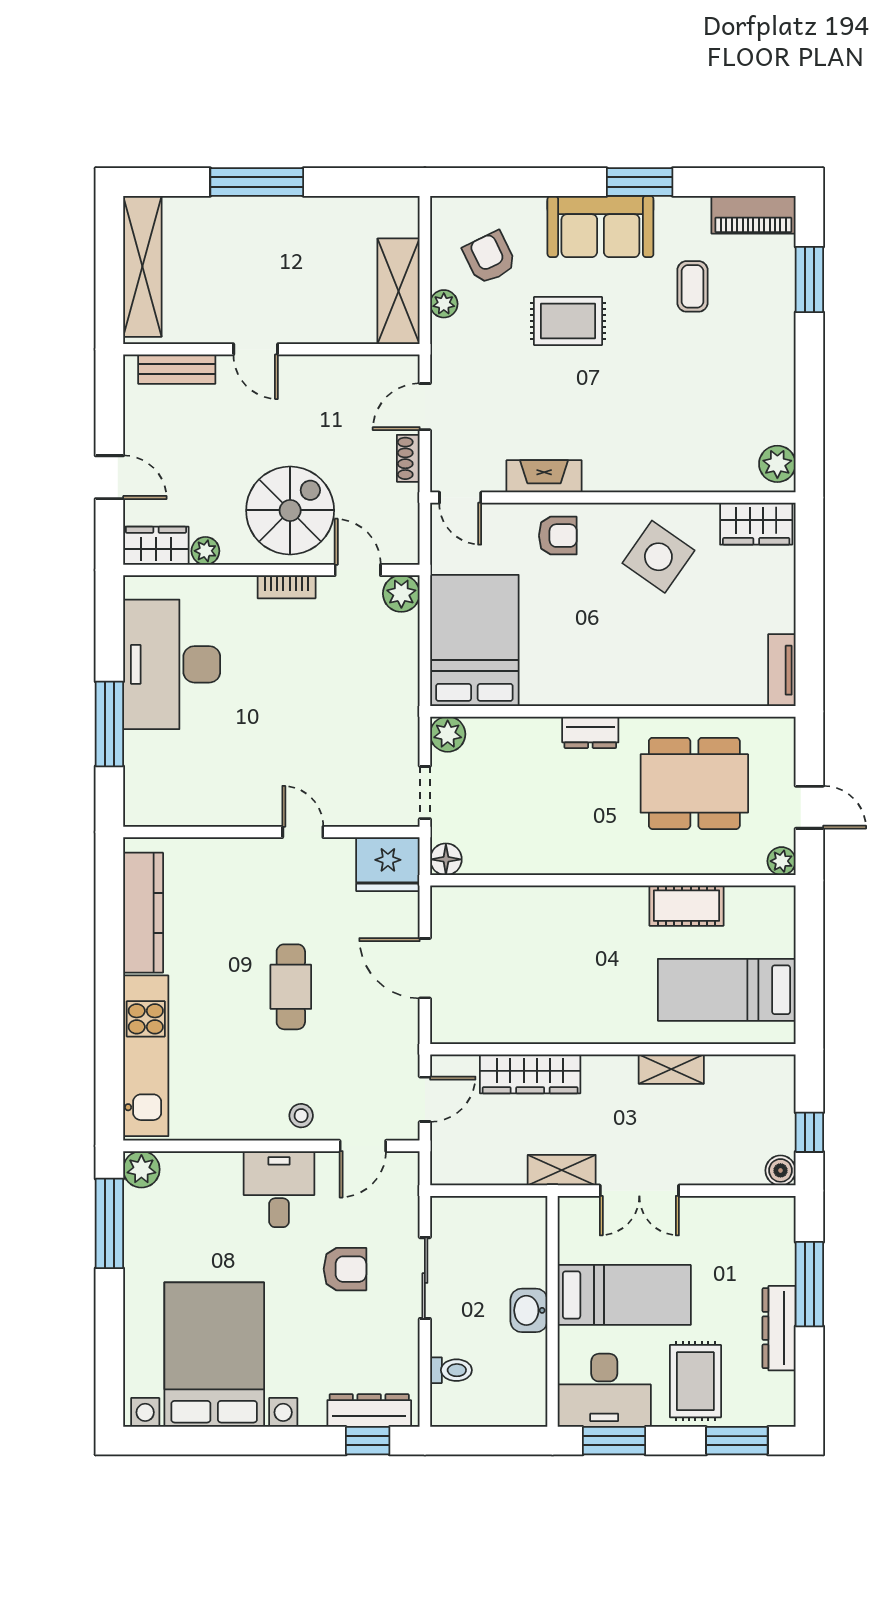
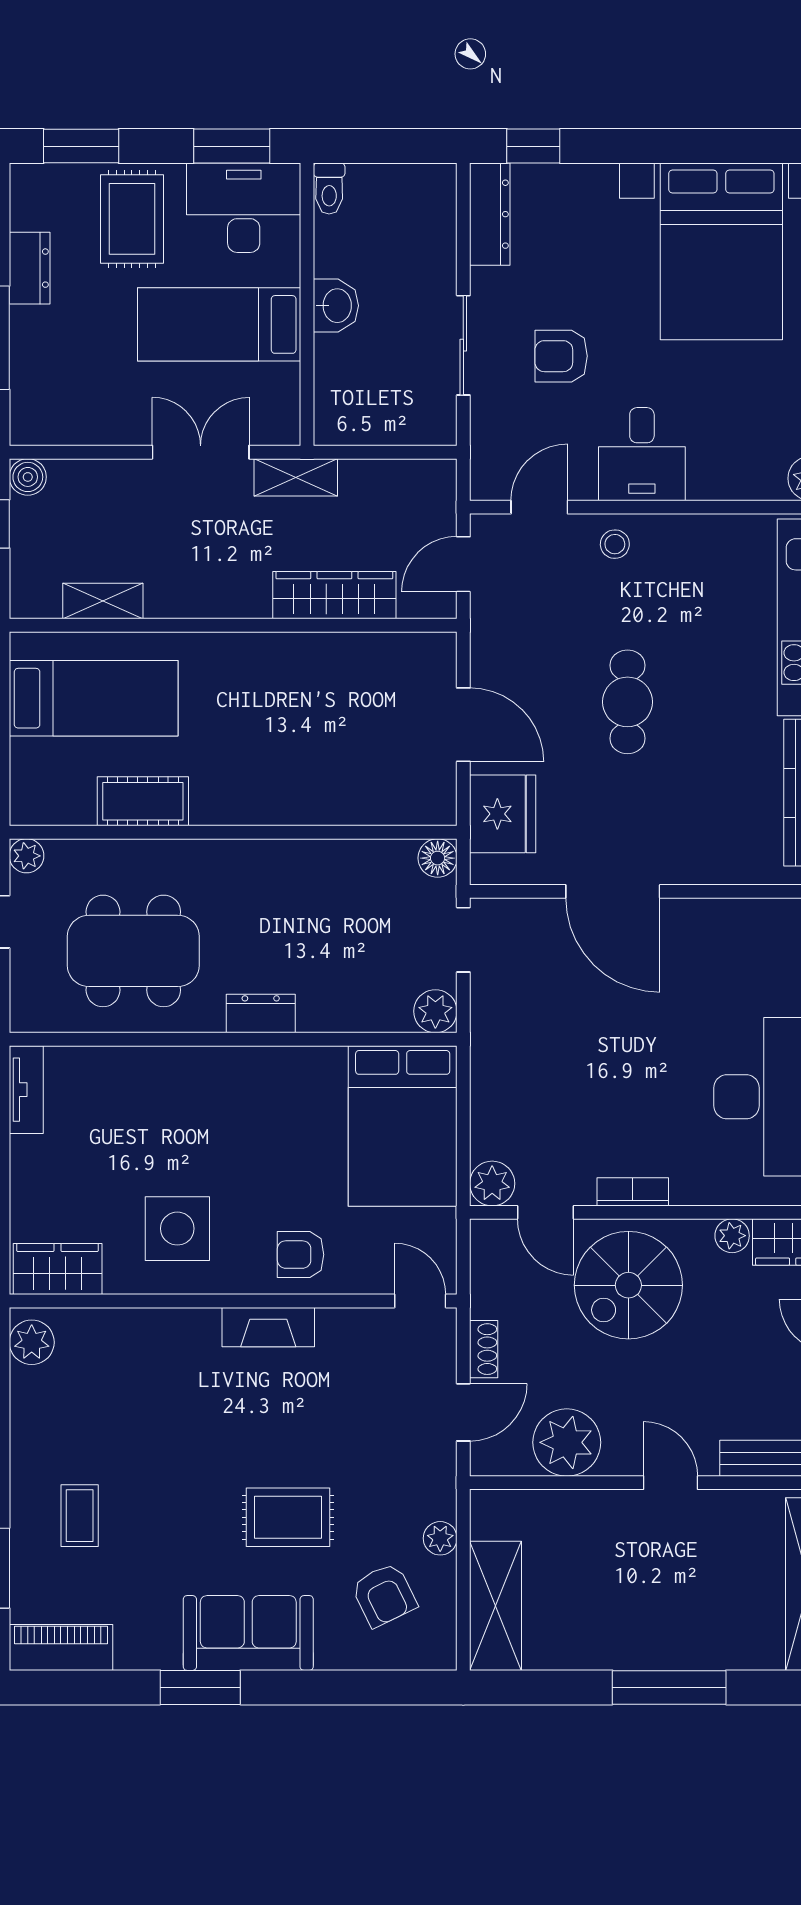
coffee table: (692, 286) -> (80, 1516), moved
shelving: (399, 291) -> (496, 1606), moved
plant: (340, 382) -> (567, 1442), added
fireplace: (544, 476) -> (268, 1327), moved
side table: (658, 557) -> (177, 1229), turned -35
door: (303, 832) -> (613, 891), width x1.87
fridge: (388, 864) -> (503, 814), moved, turned 90
shelving: (671, 1069) -> (103, 601), moved
dresser: (779, 1328) -> (30, 268), width x0.70
toilet: (451, 1370) -> (329, 189), moved, turned -90
dresser: (369, 1410) -> (490, 214), moved, turned -90

